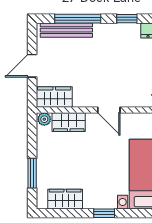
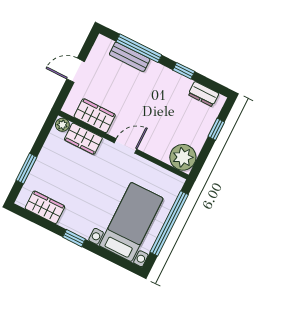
bench: (66, 30) -> (130, 57), width x0.73
wardrobe: (54, 97) -> (95, 116), moved
door: (109, 110) -> (126, 146), swing flipped

